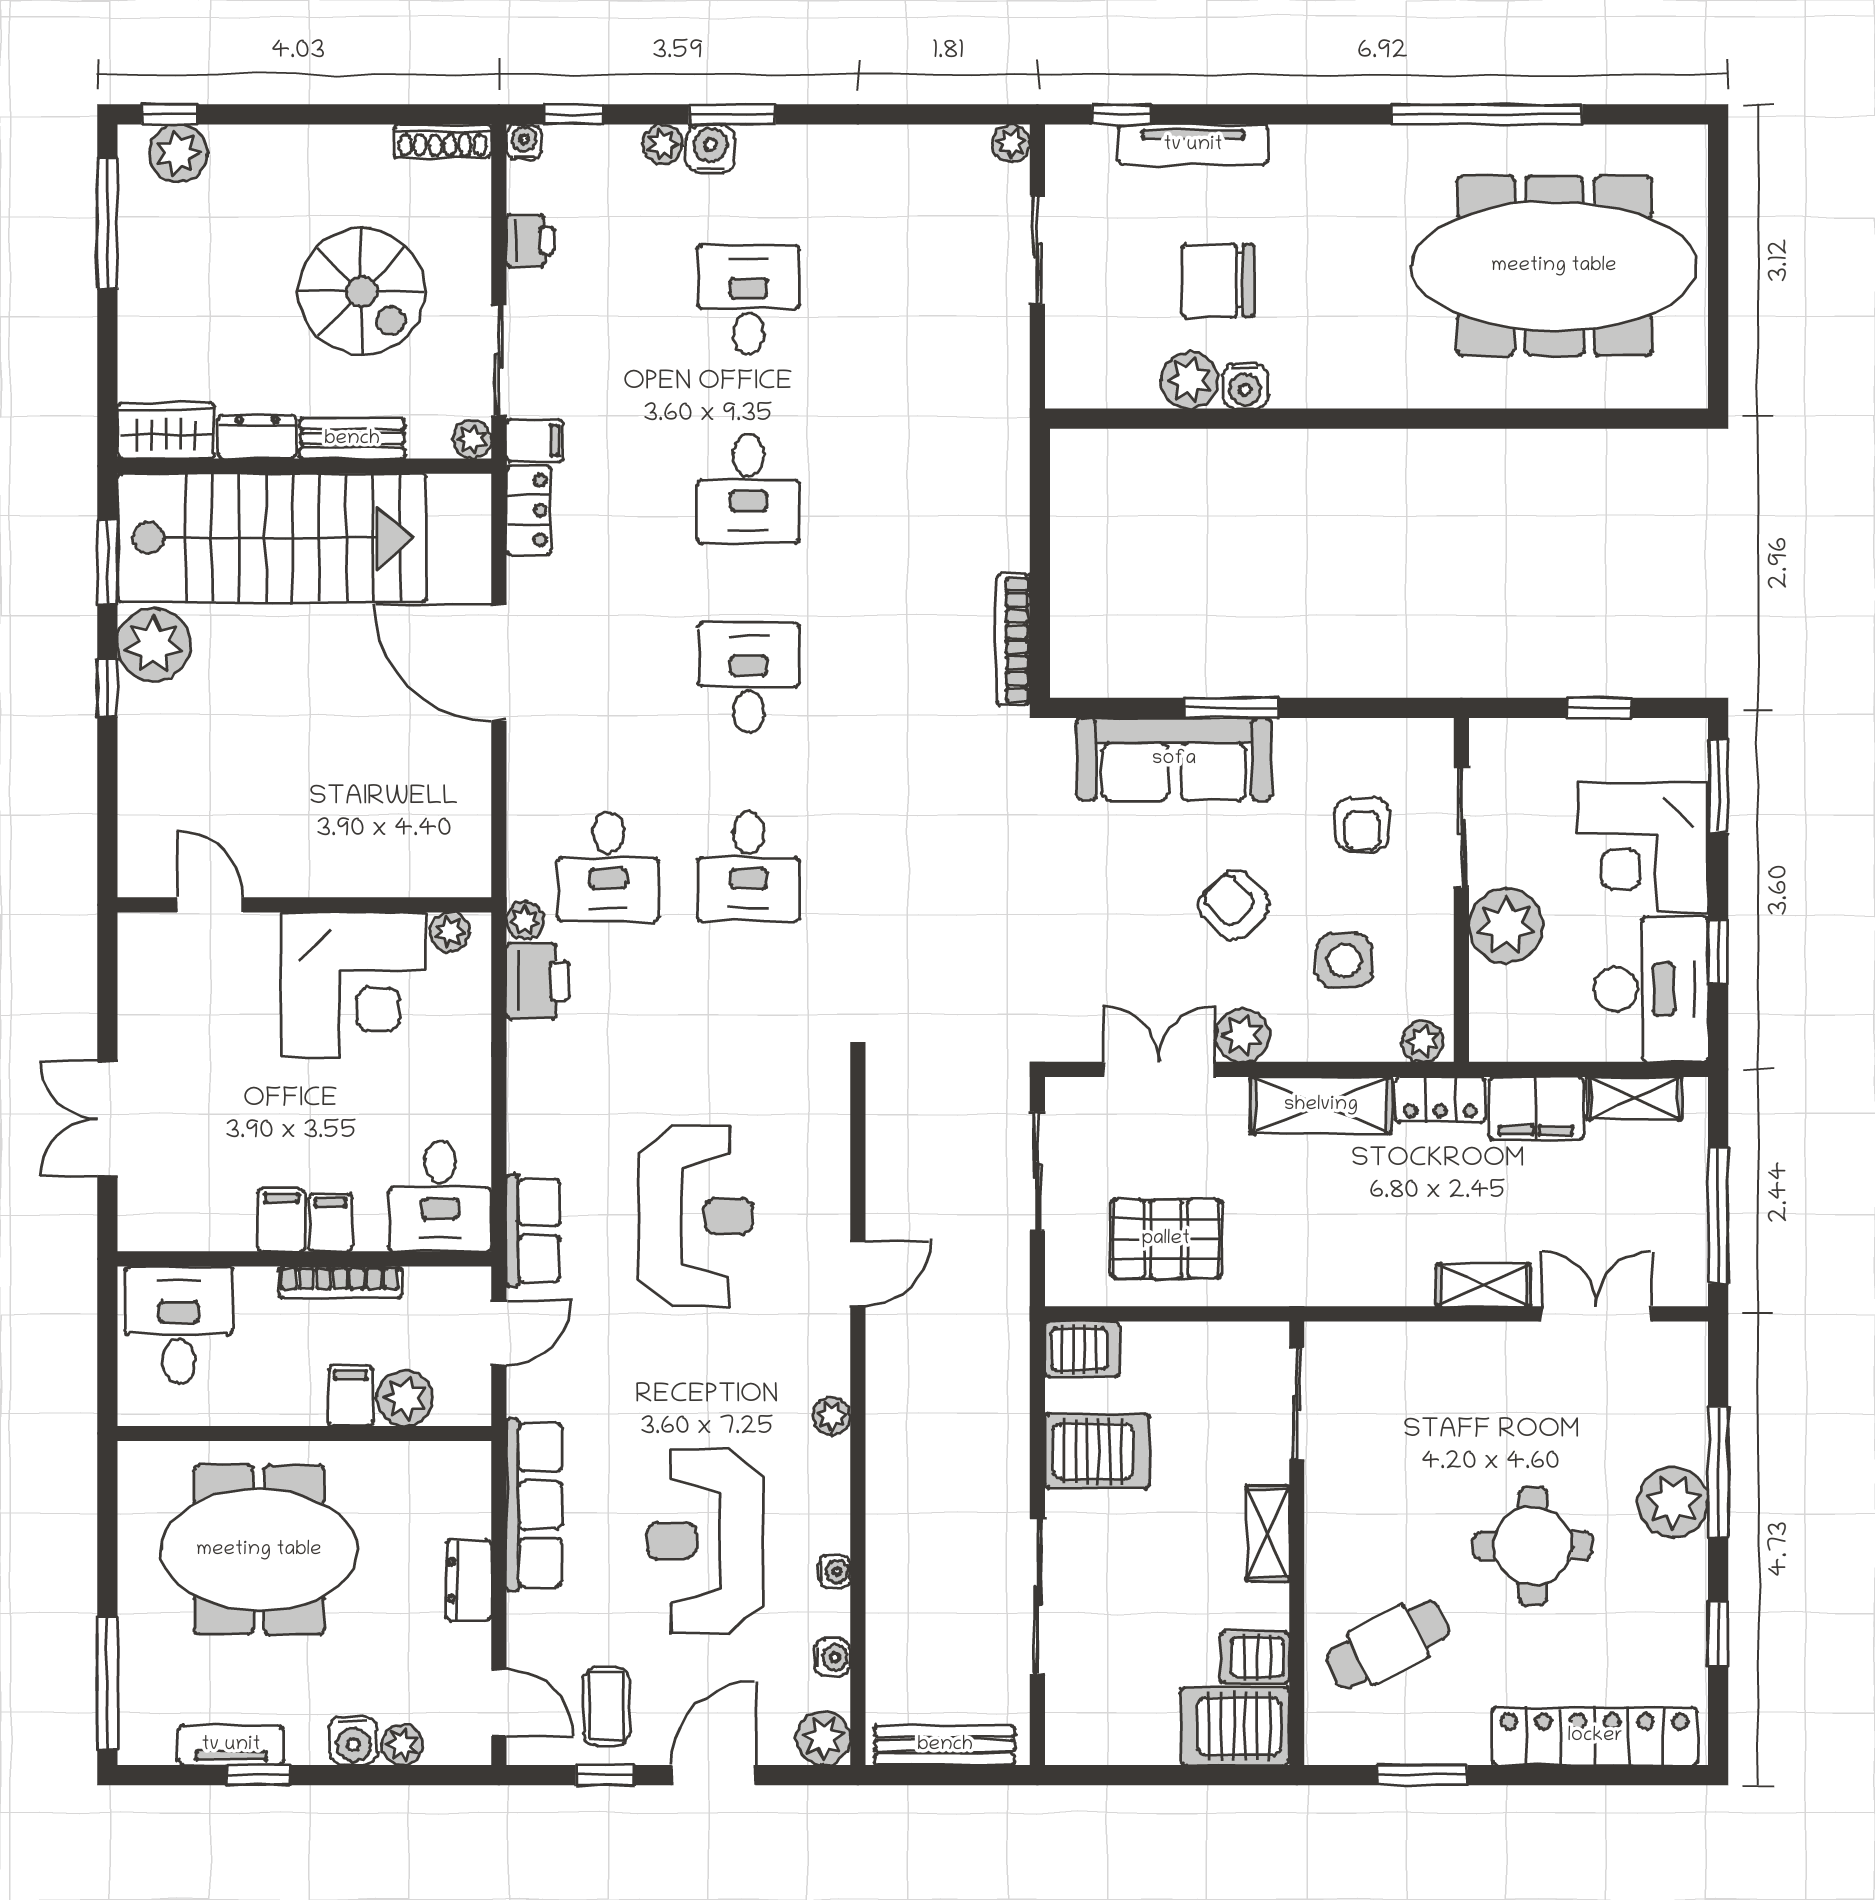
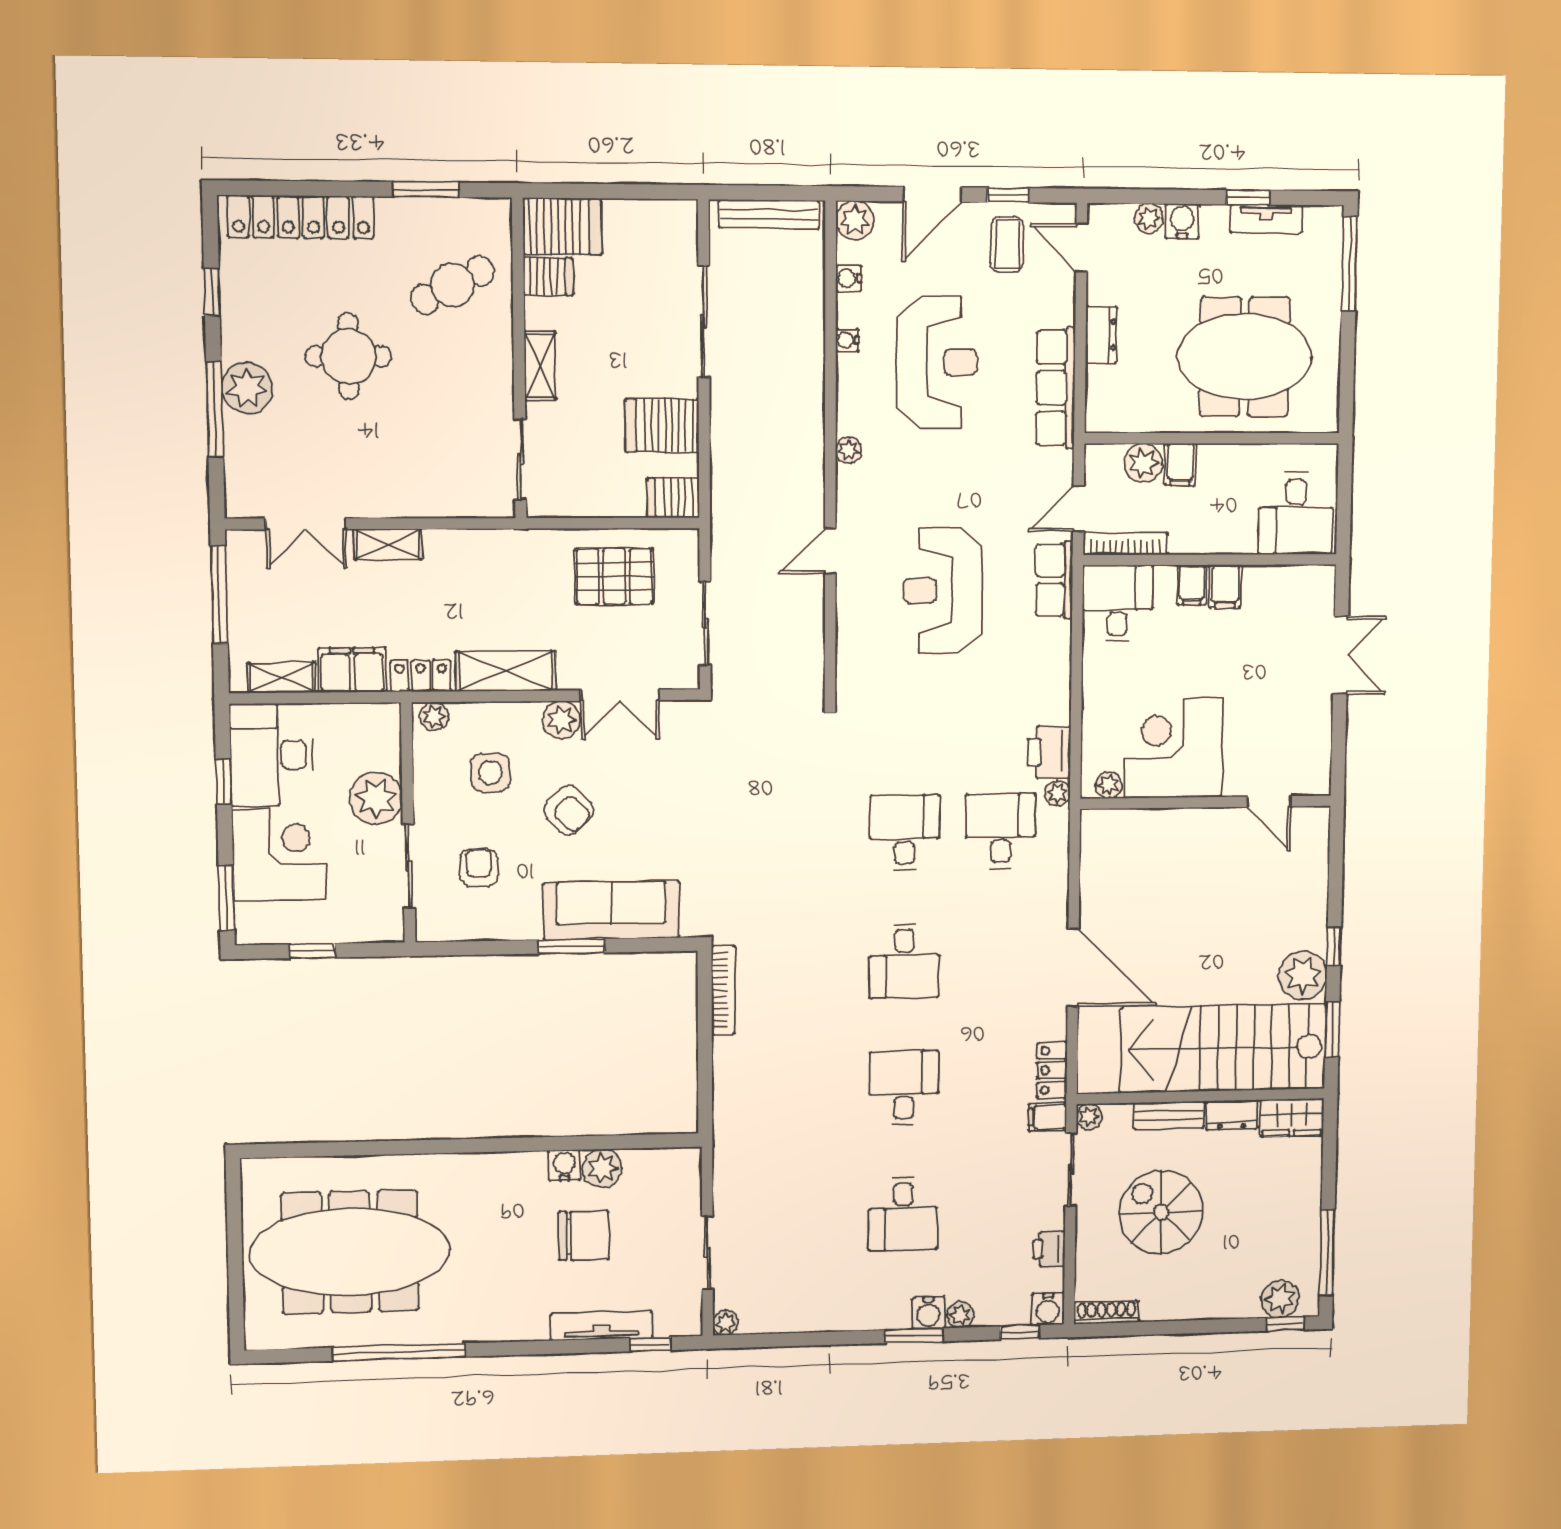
water cooler: (524, 142) -> (1048, 1309), width x1.38, depth x1.38
bookcase: (340, 1282) -> (1125, 544), moved

